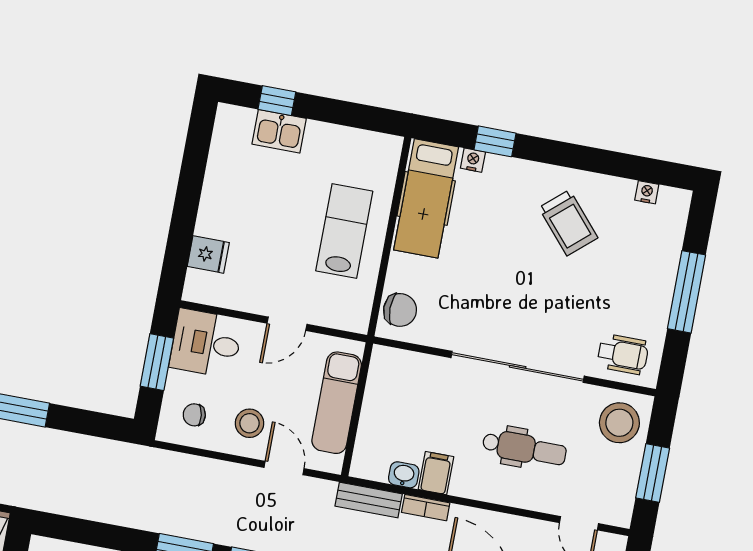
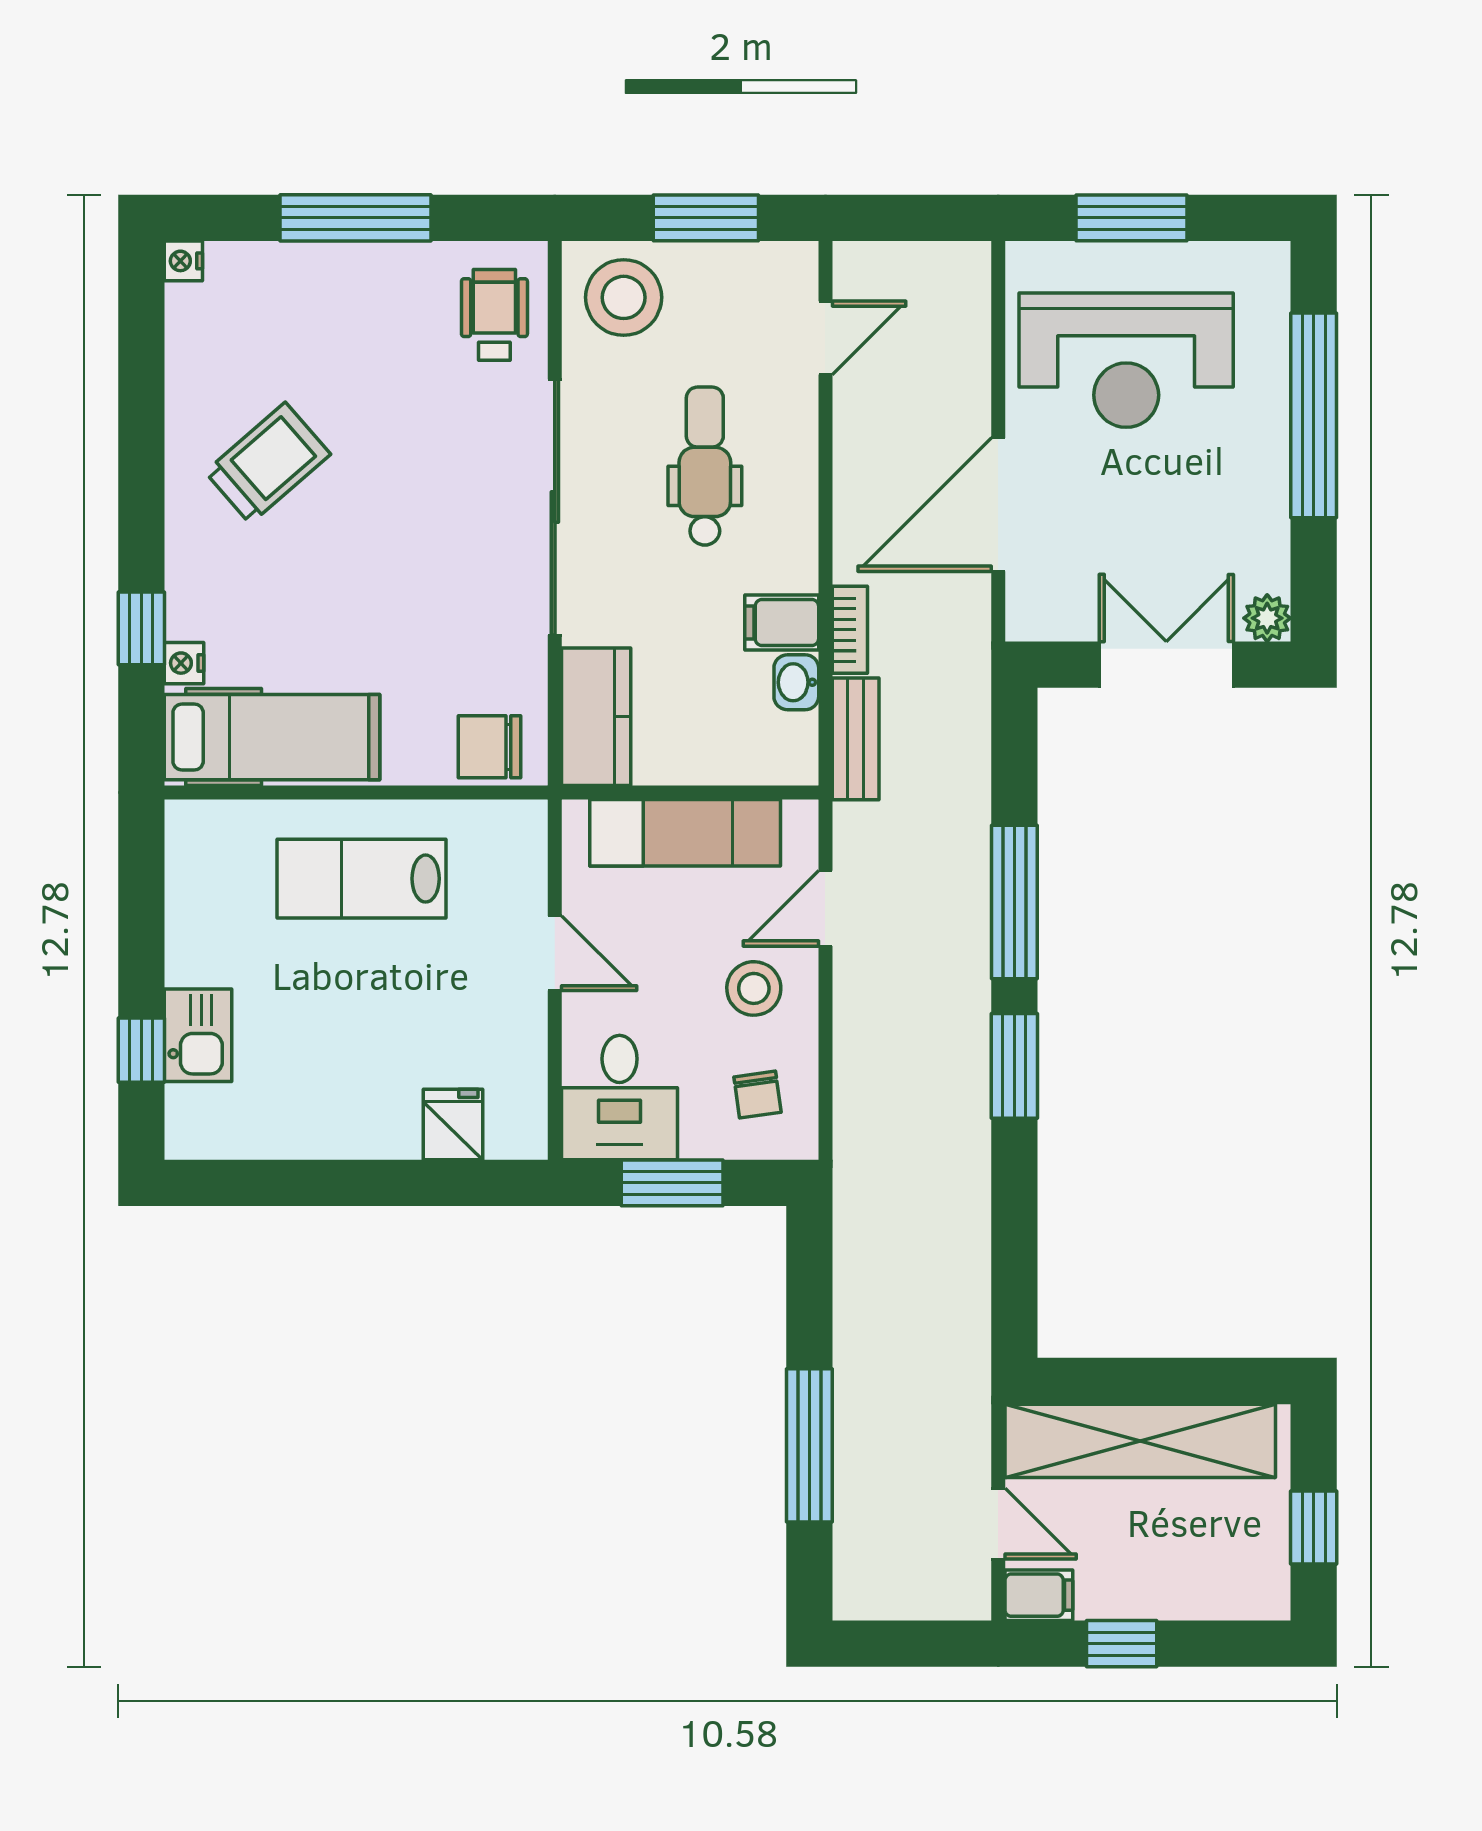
nightstand: (647, 192) -> (183, 261), moved
chair: (400, 310) -> (490, 747), turned -90
kitchen counter: (405, 368) -> (596, 717), added

